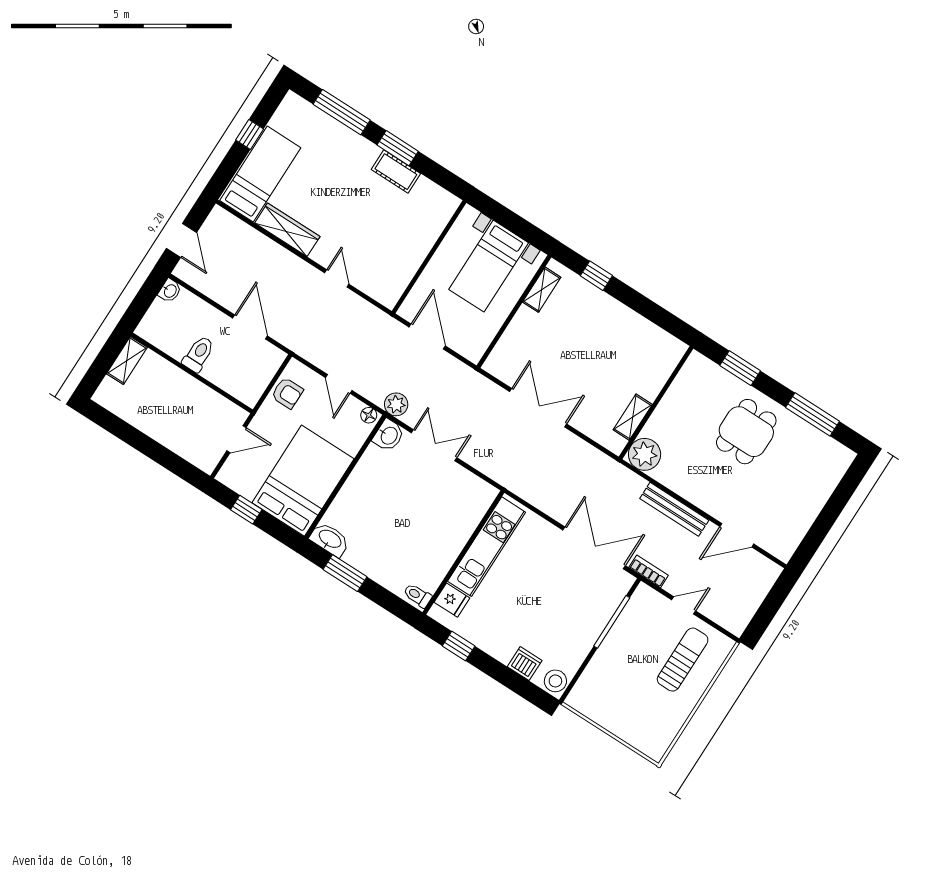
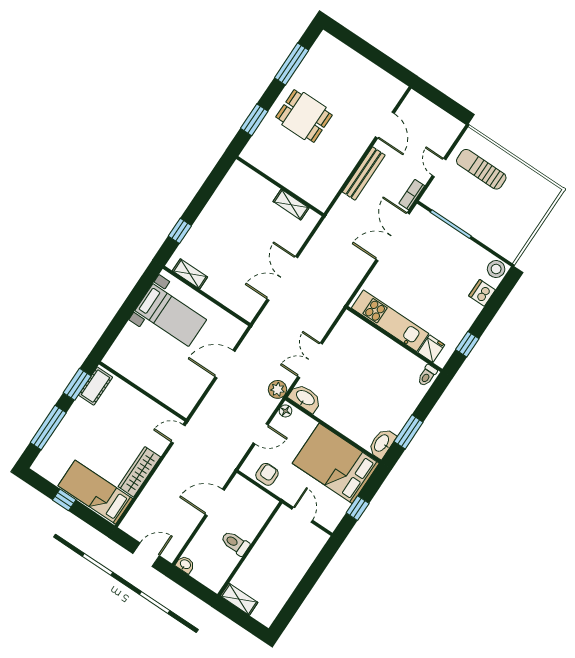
wall: (429, 257) -> (143, 391), moved
washbasin: (389, 435) -> (305, 398), width x1.38
plant: (645, 454) -> (320, 196), removed

